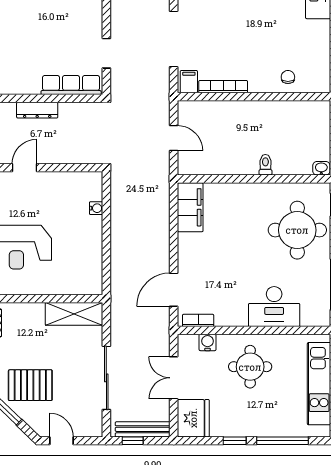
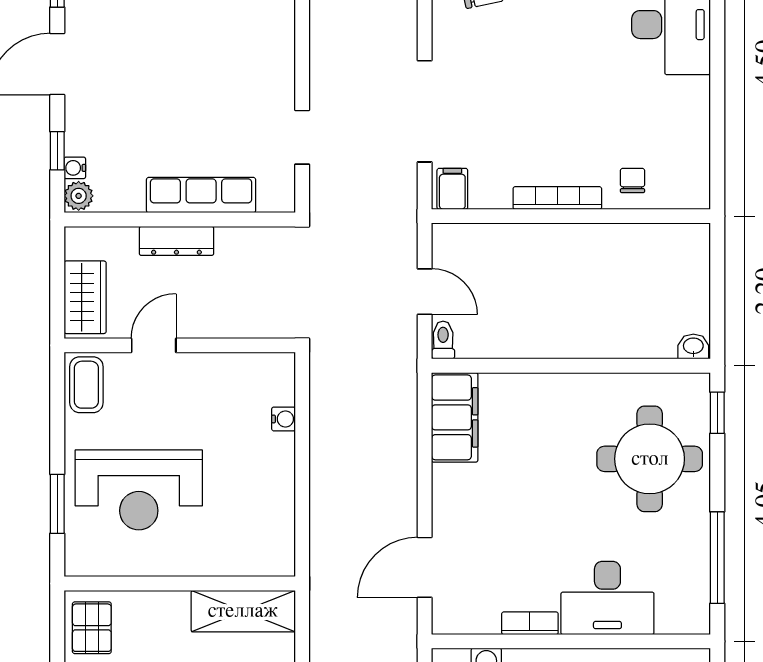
row of seats: (71, 85) -> (201, 195), moved
bookcase: (223, 87) -> (557, 198), moved
toilet: (265, 165) -> (443, 340), moved
bookcase: (198, 320) -> (530, 623), moved

